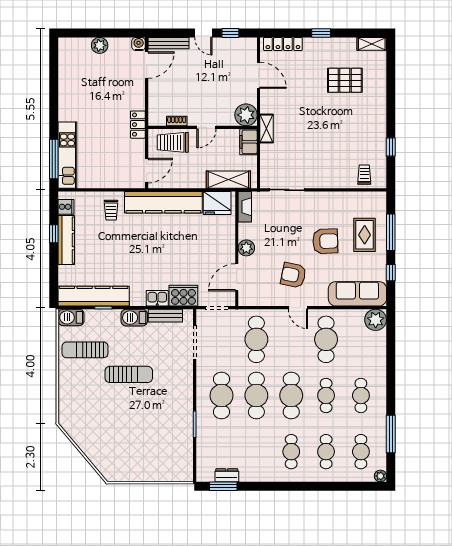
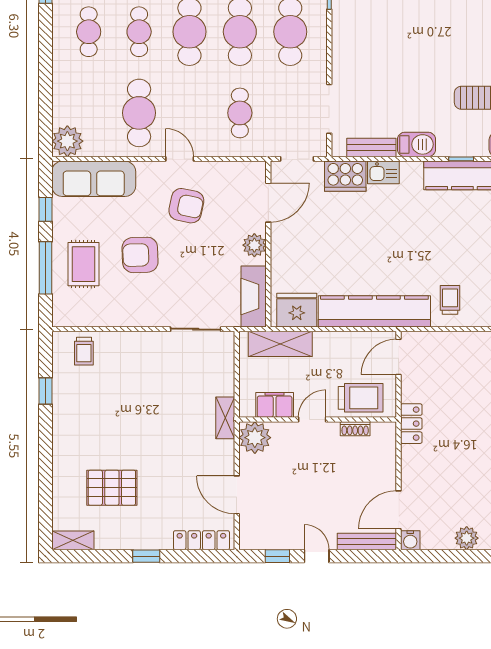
filing cabinet: (248, 142) -> (275, 405), moved, turned -90
fireplace: (245, 207) -> (254, 297), width x1.37, depth x1.32
cafe table: (256, 339) -> (240, 113), width x0.73, depth x0.74
sun lounger: (129, 374) -> (424, 62), removed

